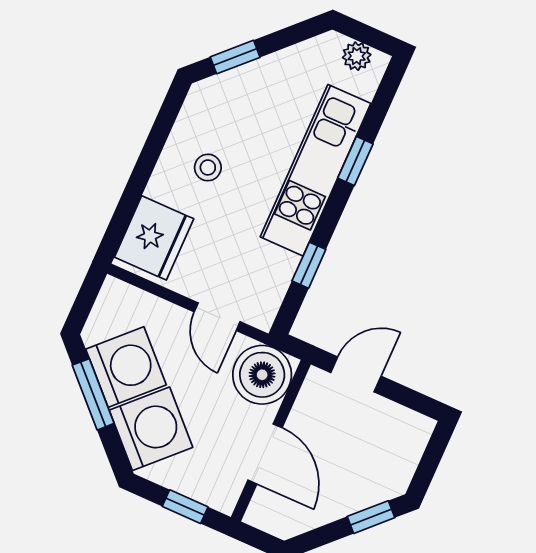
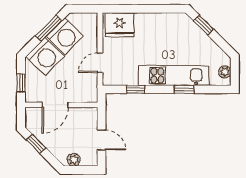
stool: (208, 167) -> (156, 33), removed
door: (356, 374) -> (102, 140), moved
boiler: (262, 375) -> (85, 90), removed
plant: (401, 467) -> (74, 160), added
window: (371, 517) -> (36, 144), moved

